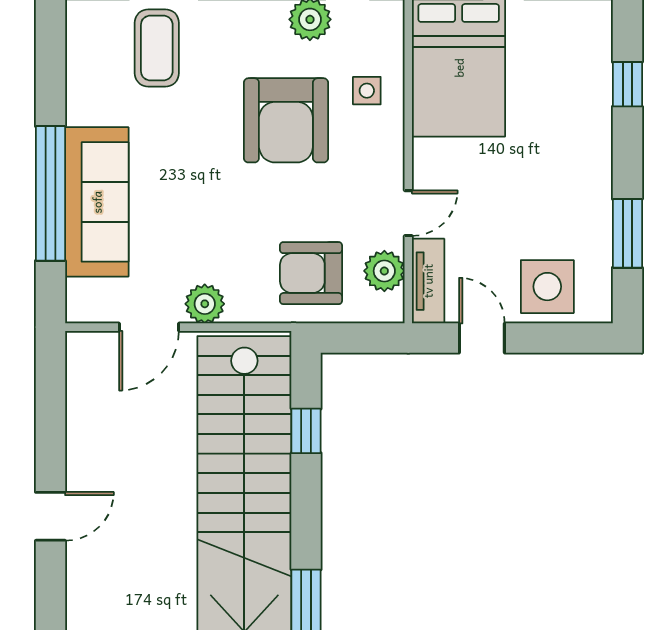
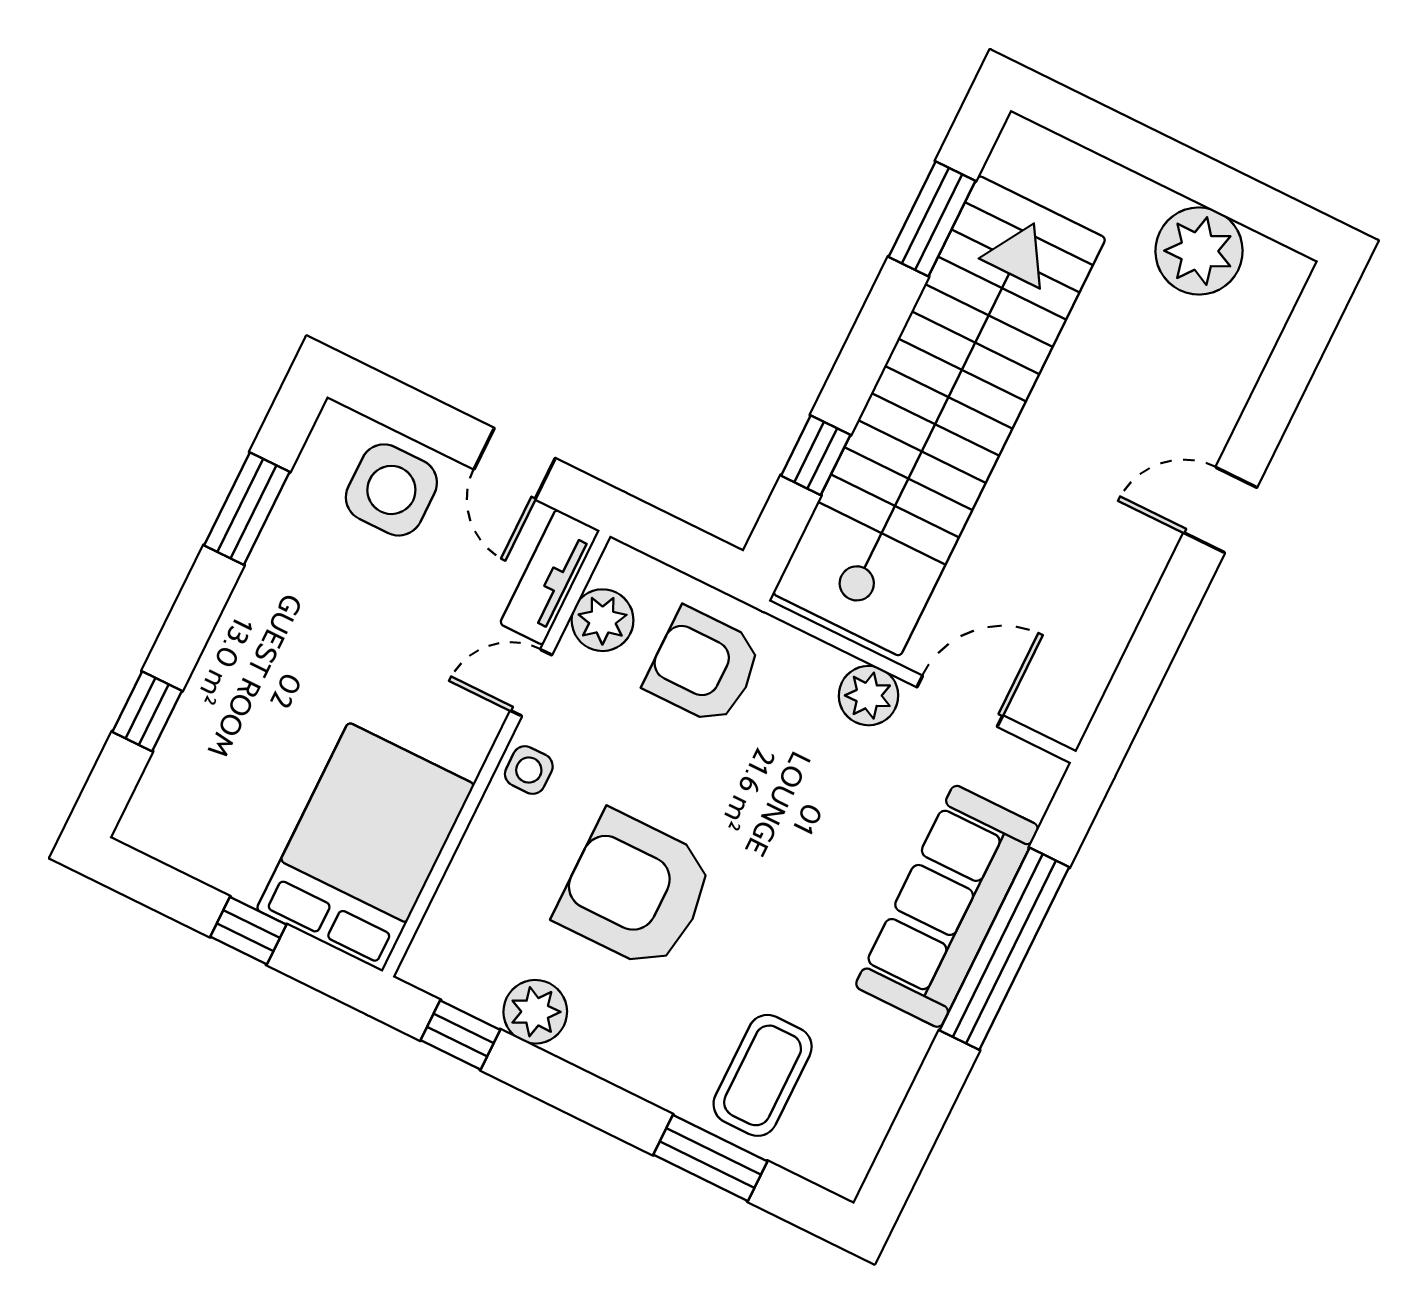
side table: (367, 91) -> (529, 770), moved
armchair: (286, 120) -> (635, 891), turned -90
armchair: (311, 273) -> (704, 666), turned 180

